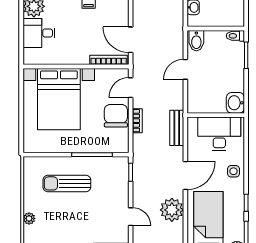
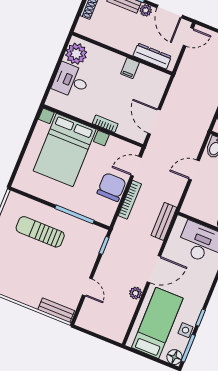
bookcase: (109, 60) -> (105, 124), moved, width x0.64
bookcase: (137, 121) -> (130, 200), width x1.56
side table: (233, 171) -> (186, 330), moved
plant: (172, 210) -> (136, 293), width x0.53, depth x0.53

